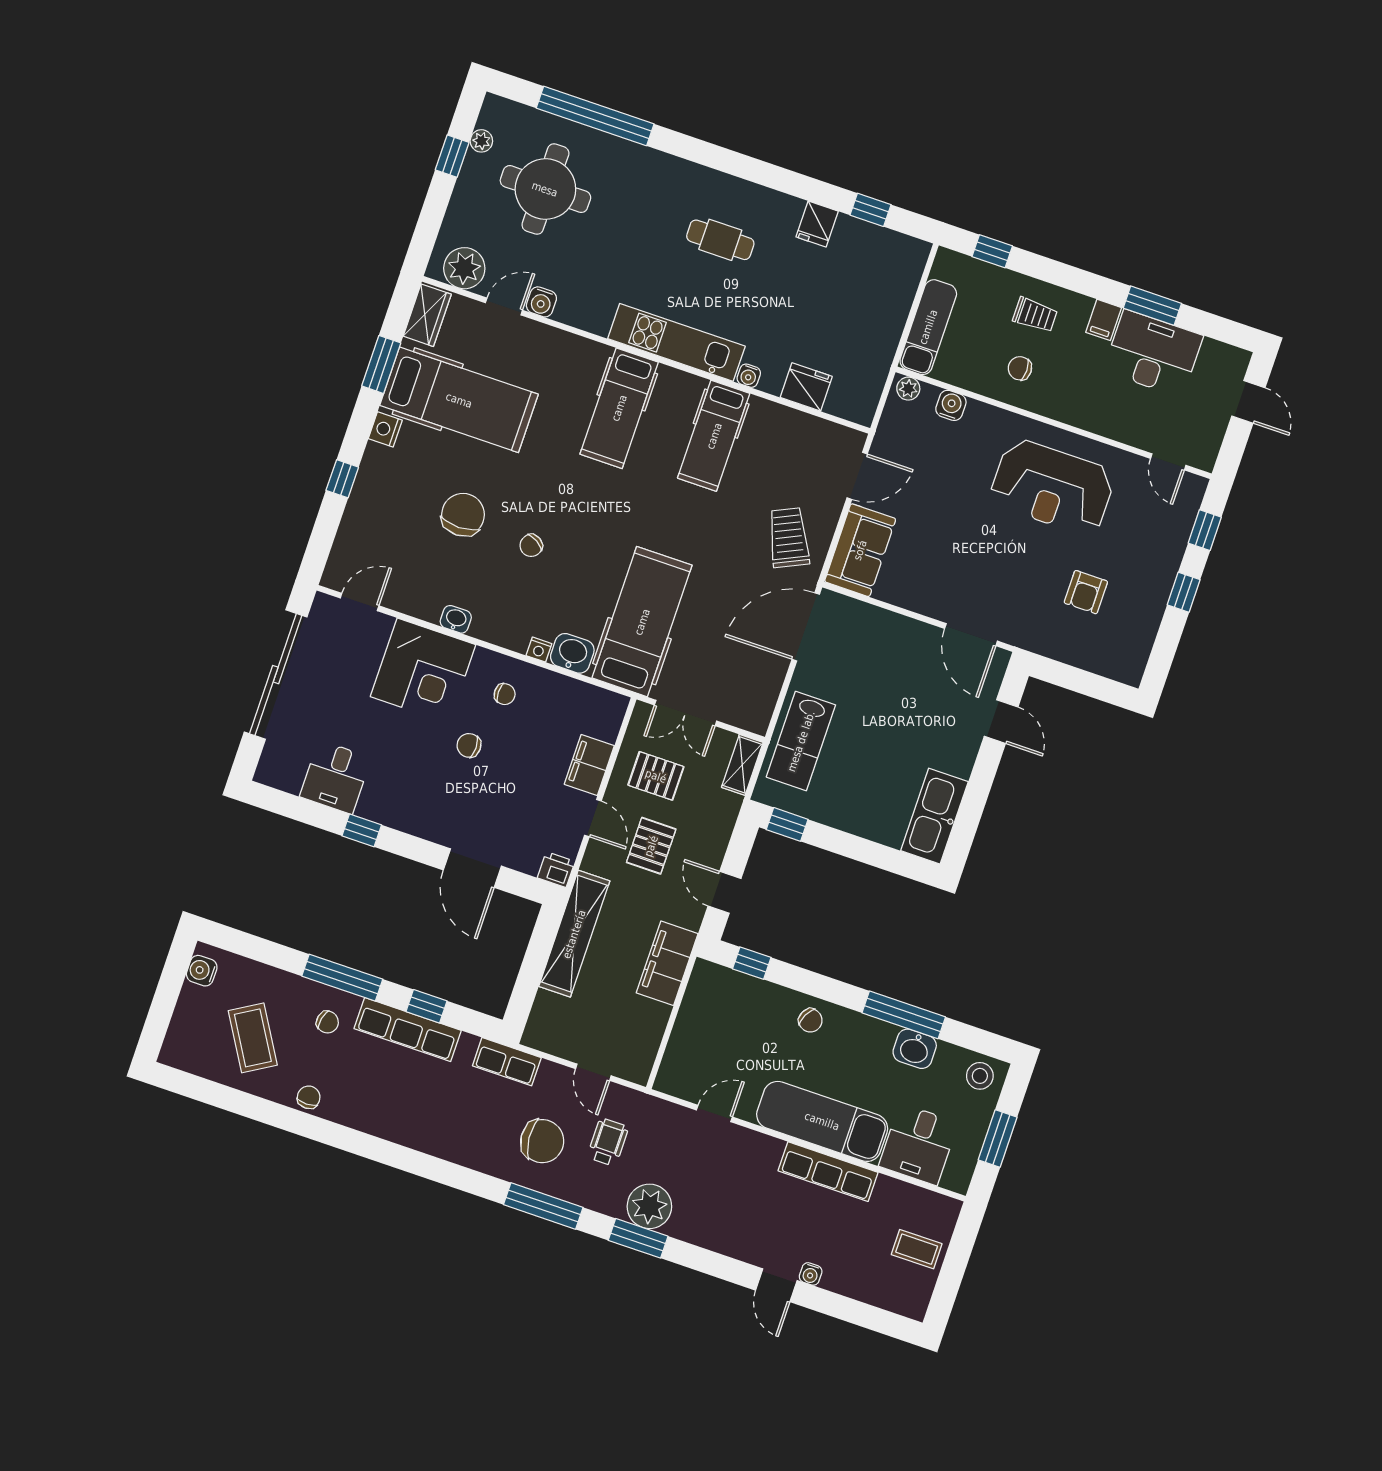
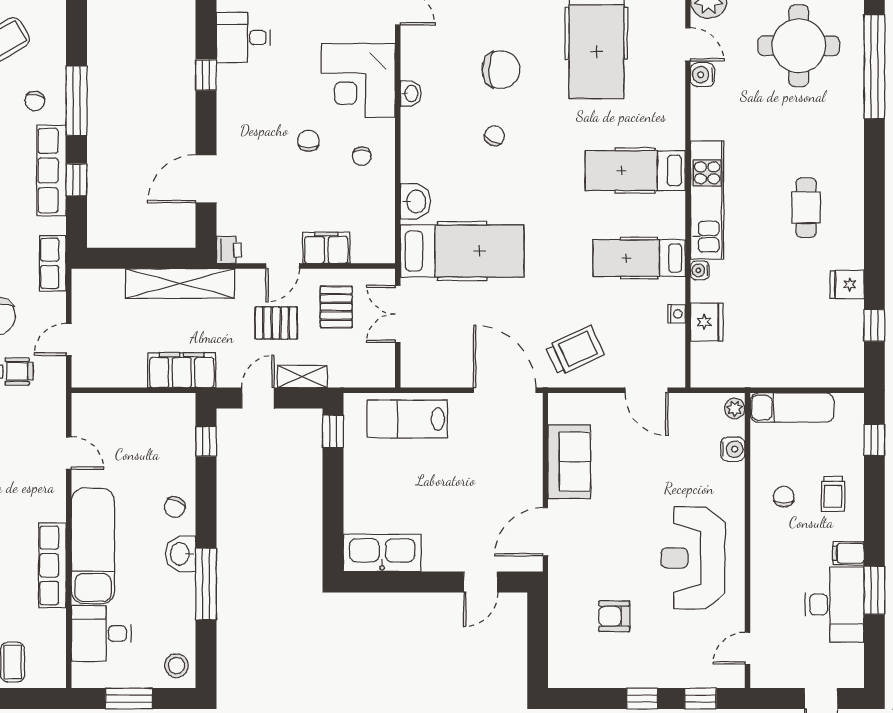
chair: (531, 545) -> (494, 136), turned 87
sofa: (860, 550) -> (569, 462), moved, turned -90
nightstand: (539, 650) -> (677, 314), moved, turned 180
shelving: (742, 765) -> (302, 377), moved
washbasin: (915, 1049) -> (181, 554), moved

